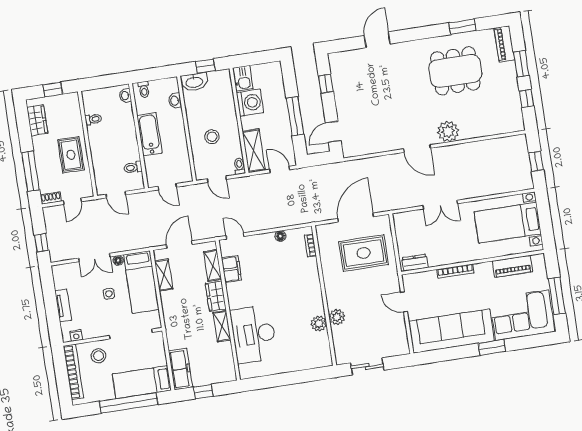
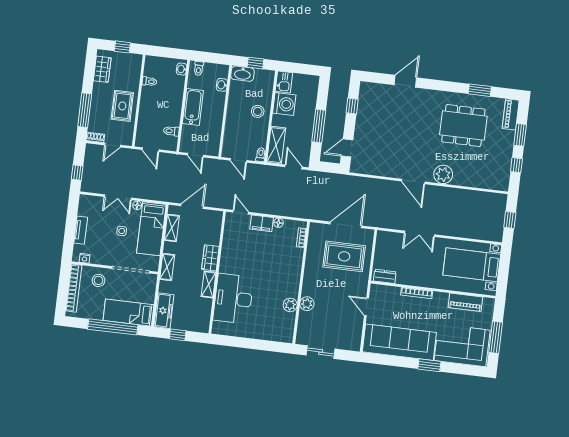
stool: (212, 137) -> (258, 111), moved
shelving: (213, 266) -> (167, 267), moved
filing cabinet: (231, 269) -> (262, 223), moved, turned 90

